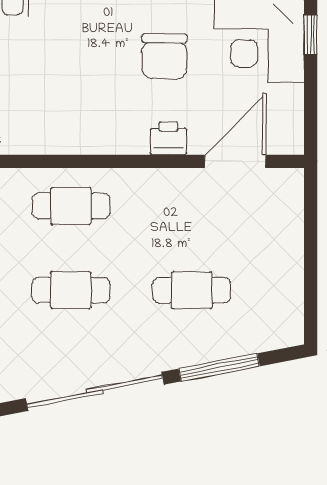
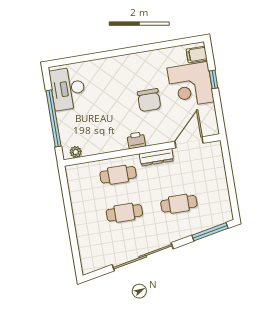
printer: (168, 138) -> (136, 140), moved
dresser: (160, 182) -> (156, 157), added
window: (219, 367) -> (210, 232), moved

